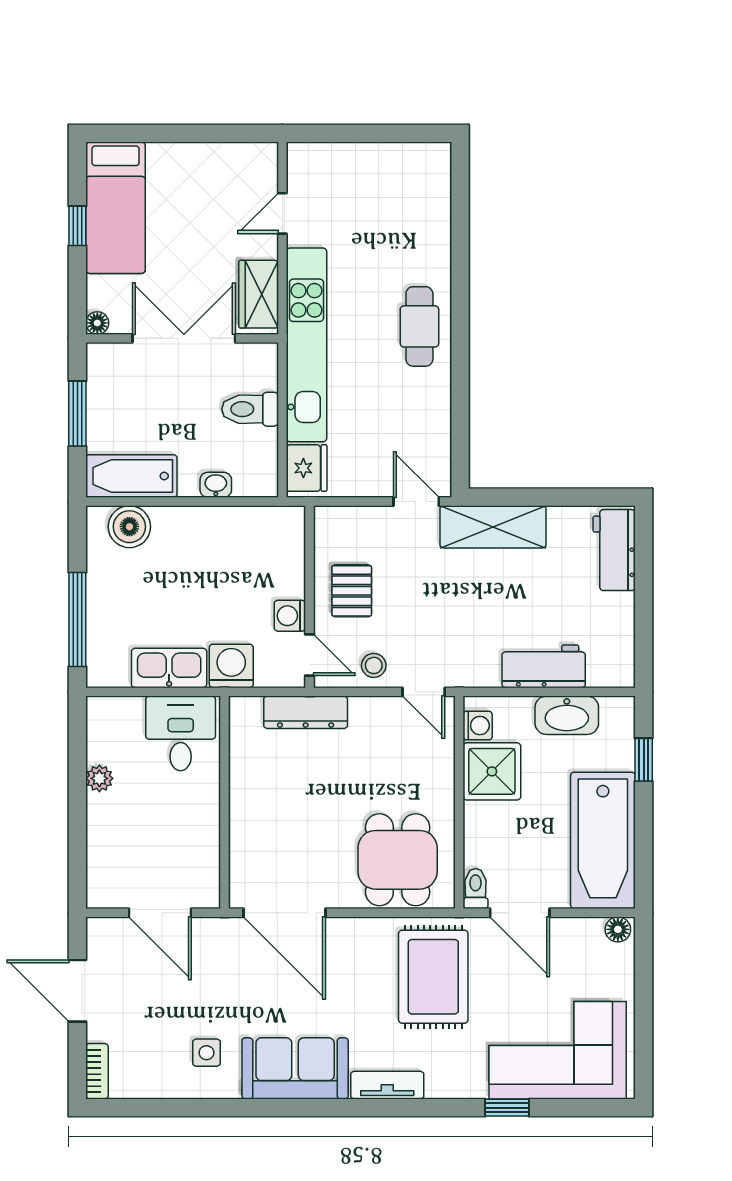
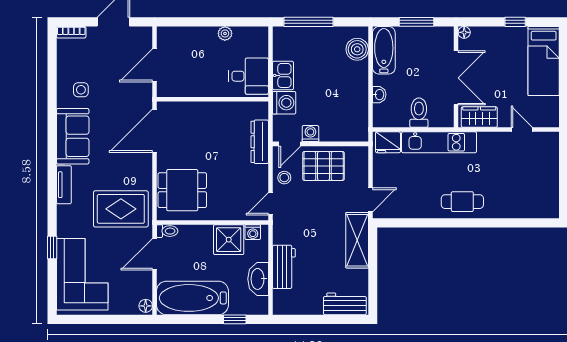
bed: (116, 208) -> (544, 61), moved, turned -90
kitchen unit: (306, 345) -> (439, 142), width x0.73
pallet: (352, 591) -> (324, 166), width x1.50, depth x1.42
kitchen sink: (169, 668) -> (283, 75), width x0.73

